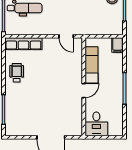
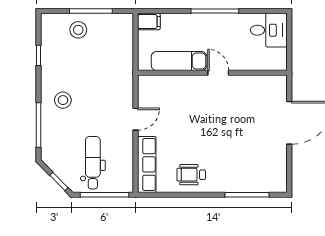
door: (66, 36) -> (136, 119), moved
desk: (96, 124) -> (269, 30), moved

